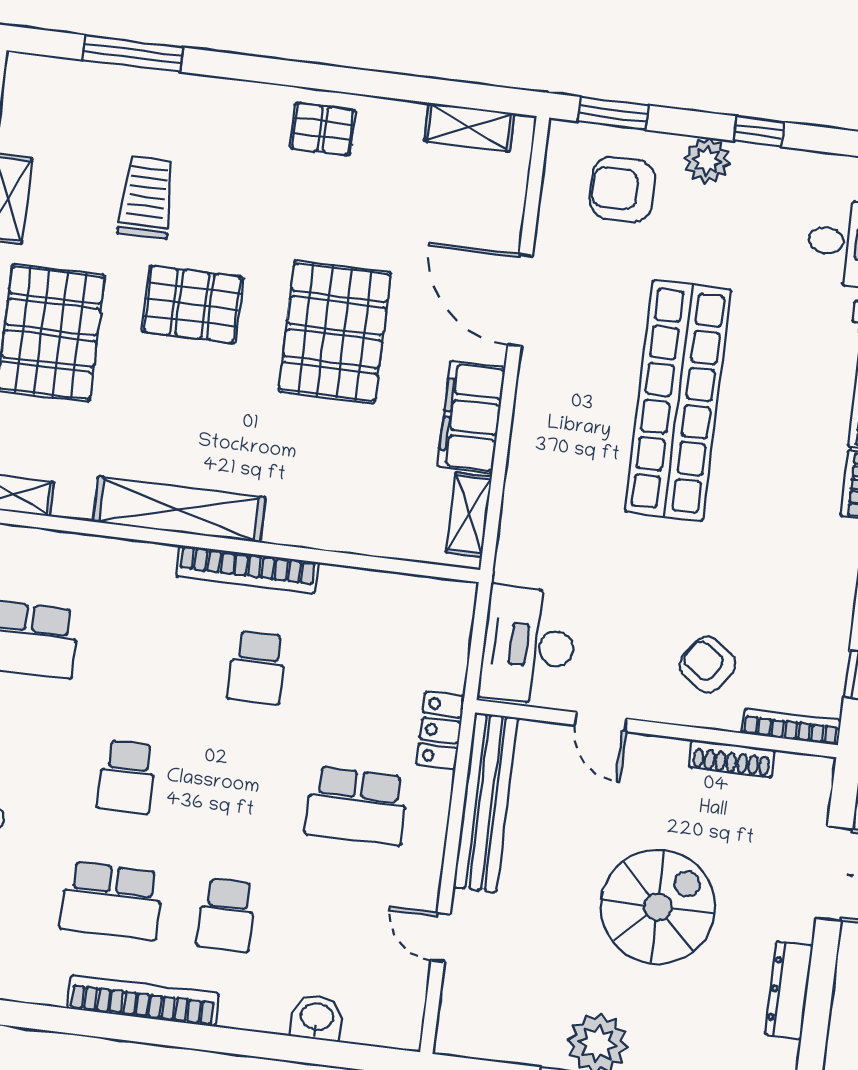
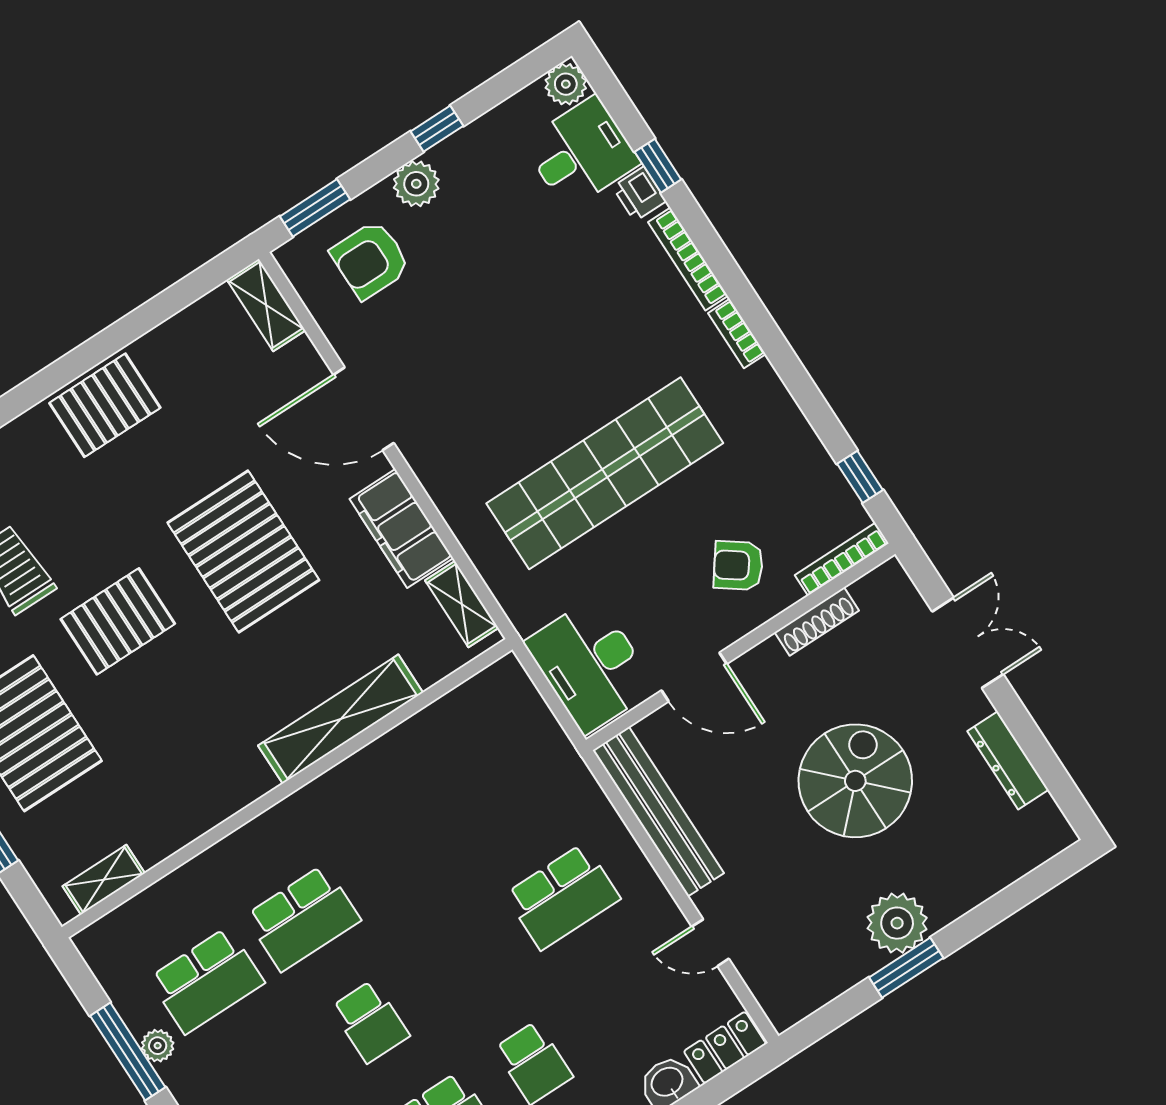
shelving: (469, 127) -> (266, 305), moved, turned 90
pallet: (323, 129) -> (105, 405), width x1.50, depth x1.42
shop shelf: (678, 401) -> (605, 473), moved, turned 90
shelving: (179, 509) -> (341, 719), moved
bookcase: (247, 569) -> (329, 787), removed
school desk: (257, 668) -> (303, 918), moved, width x1.85
door: (601, 722) -> (694, 677), width x1.38
locker: (440, 730) -> (725, 1048), moved, turned 90

